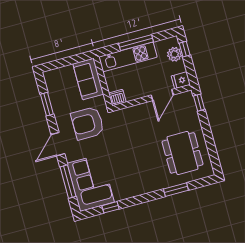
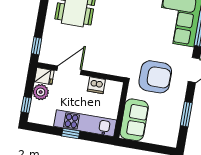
window: (136, 43) -> (71, 134), width x0.46
plant: (174, 54) -> (41, 92), moved
dishwasher: (117, 98) -> (96, 85), moved

